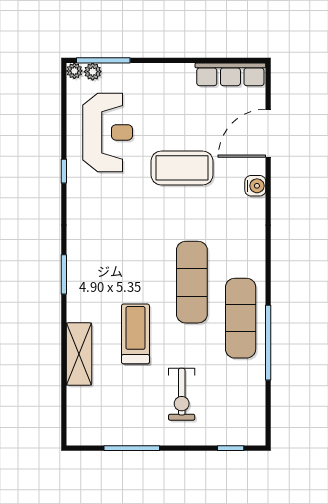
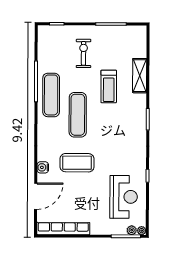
row of seats: (230, 74) -> (63, 228), width x1.36
reception desk: (108, 132) -> (124, 197), turned 180
coffee table: (182, 168) -> (77, 163), moved

